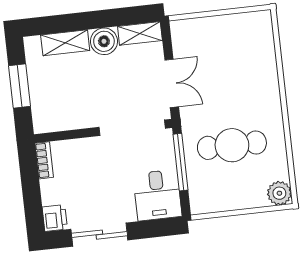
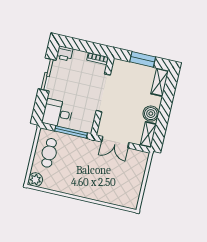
shelving: (65, 43) -> (160, 82), moved
doorway: (132, 128) -> (103, 93), moved
cafe table: (232, 145) -> (49, 153), moved, width x0.73, depth x0.74

